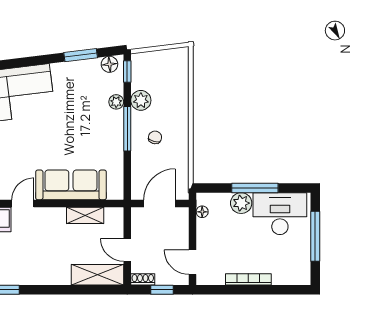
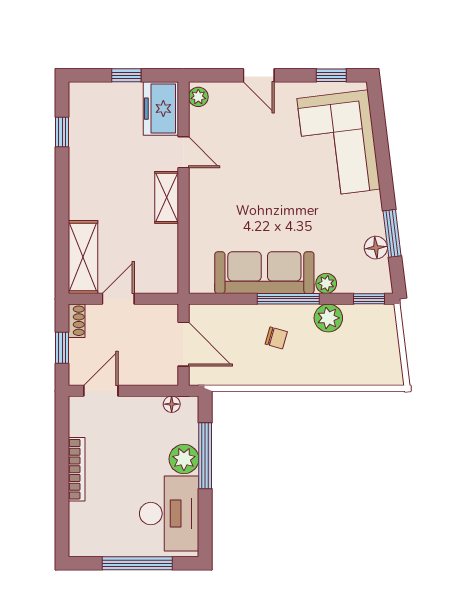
floor lamp: (109, 64) -> (376, 248), moved
sofa: (71, 185) -> (264, 273), moved, turned -90
window: (255, 188) -> (205, 456), moved
shelving: (85, 215) -> (167, 197), moved

